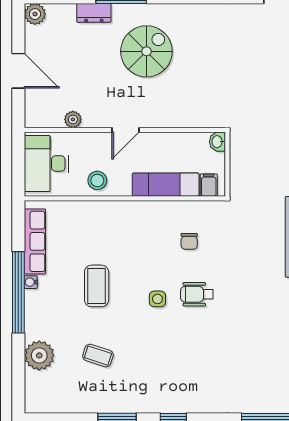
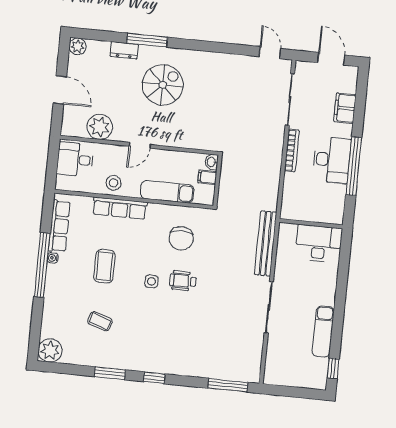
plant: (73, 119) -> (100, 127), width x1.88, depth x1.88
desk: (46, 164) -> (75, 159), width x0.73
filing cabinet: (209, 185) -> (207, 177), moved, turned -90
row of seats: (108, 211) -> (120, 208), added
chair: (189, 241) -> (181, 238), width x1.87, depth x1.87
plant: (39, 355) -> (50, 350), moved

